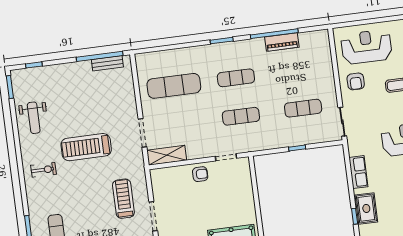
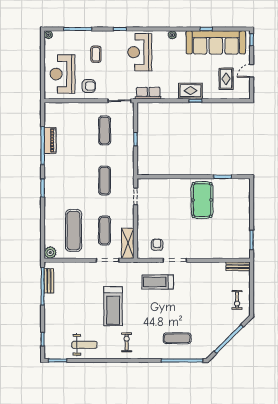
plant: (143, 60) -> (50, 253), added
exercise mat: (236, 78) -> (105, 231), moved
row of seats: (358, 172) -> (148, 93), moved
armchair: (200, 174) -> (157, 245), moved

